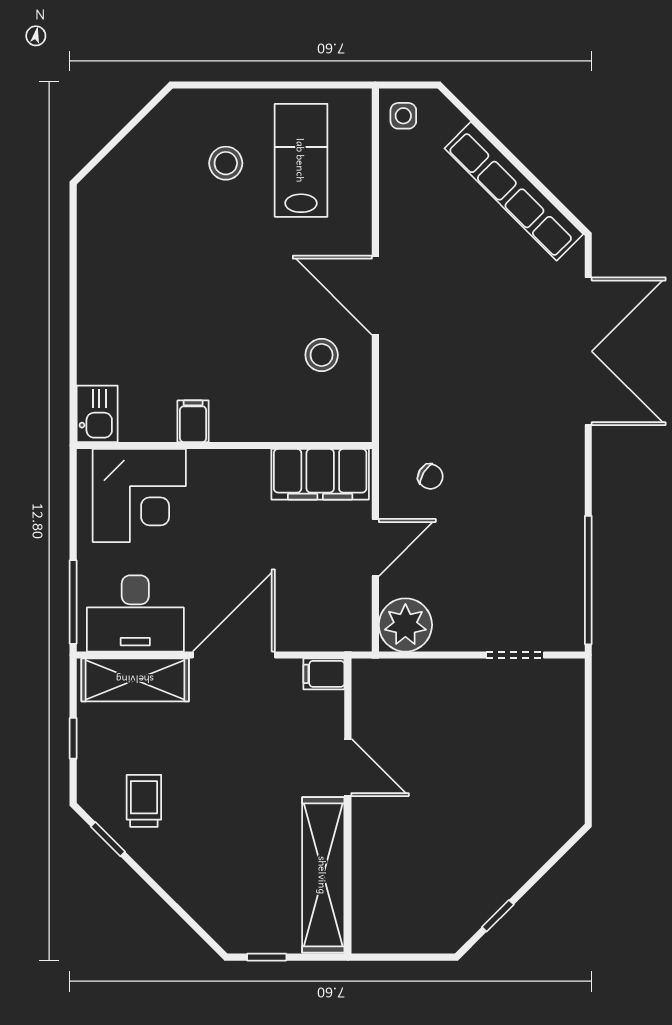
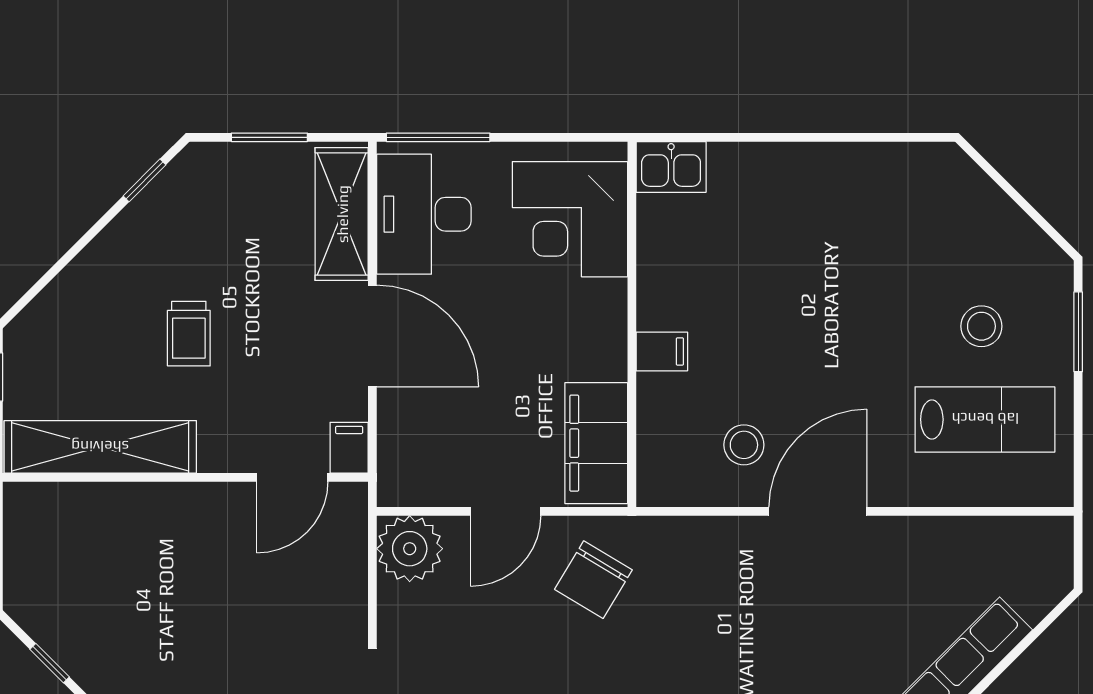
window: (230, 85) -> (1078, 332), added
side table: (403, 116) -> (1040, 546), removed
filing cabinet: (193, 421) -> (662, 351), moved
chair: (430, 477) -> (593, 580), width x1.87, depth x1.87
door: (375, 548) -> (506, 511), hinge flipped
window: (73, 738) -> (269, 137), width x1.50
door: (348, 767) -> (292, 477), moved
trolley: (144, 801) -> (189, 334), moved, turned 90

